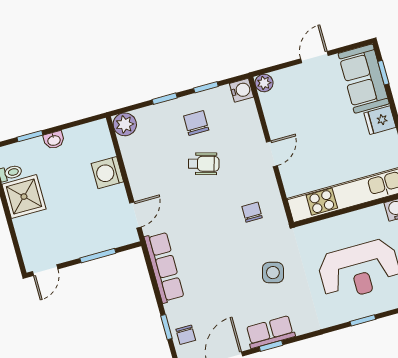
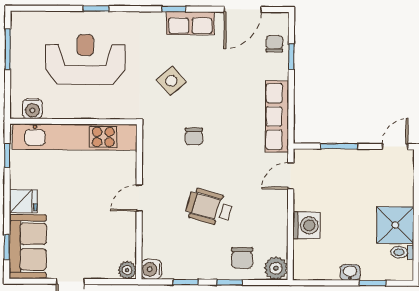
chair: (196, 123) -> (242, 258), moved
wheelchair: (204, 164) -> (209, 207), width x1.36, depth x1.37
chair: (252, 212) -> (194, 136), moved
side table: (273, 273) -> (171, 81), turned 34
window: (271, 346) -> (174, 9), moved

